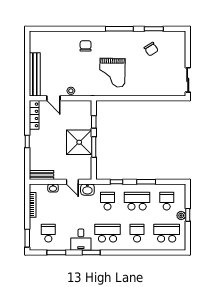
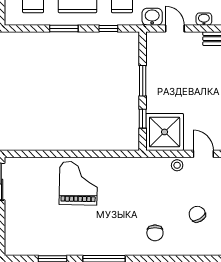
chair: (151, 49) -> (197, 214), moved
grand piano: (112, 73) -> (78, 183), moved
shower: (79, 142) -> (165, 132), moved

